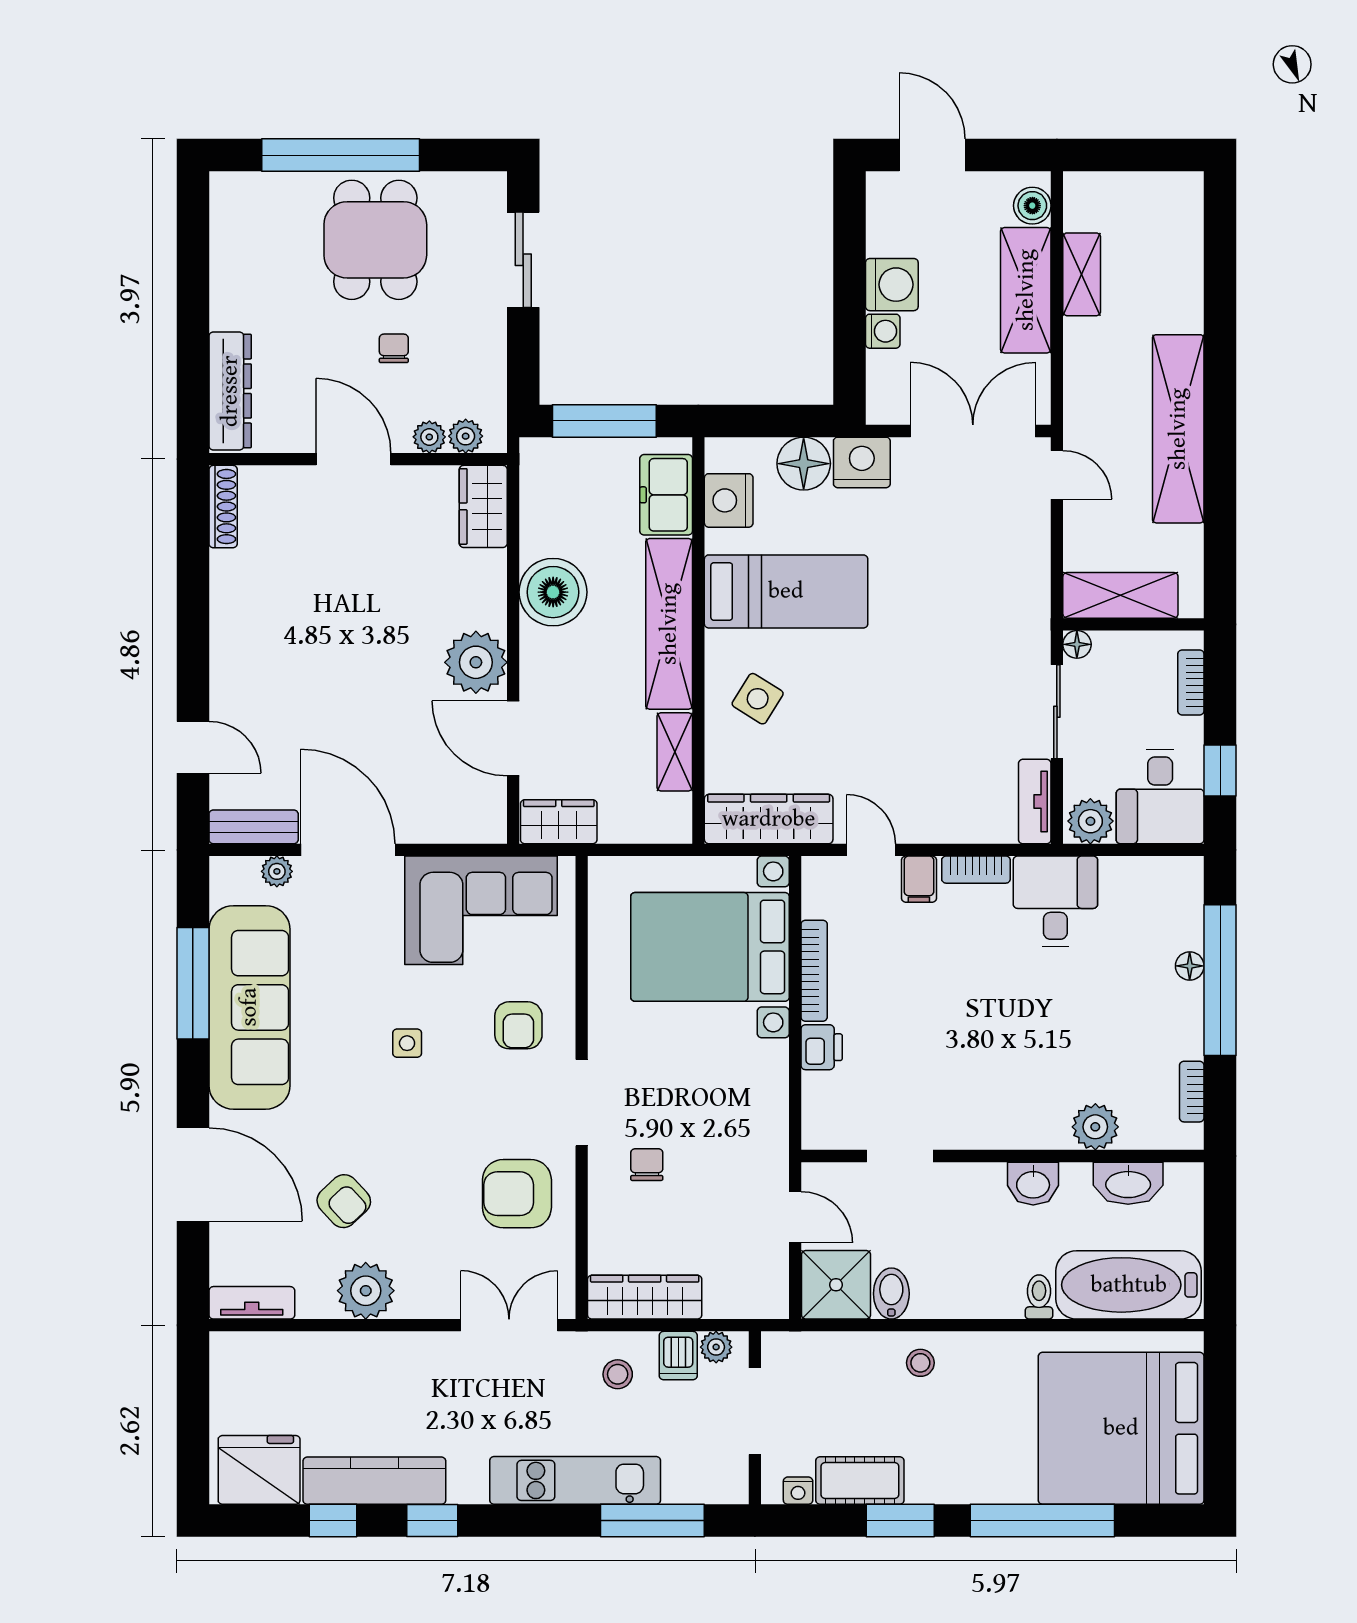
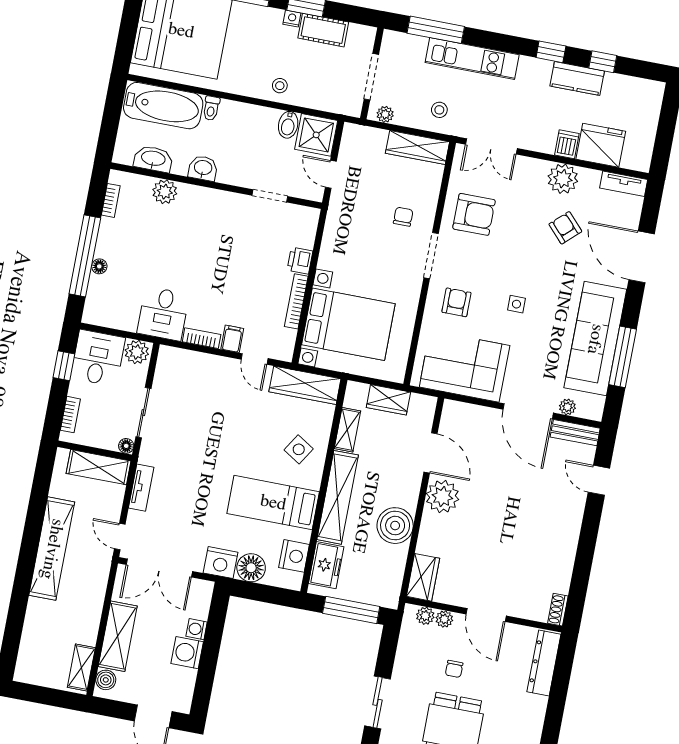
shelving: (1082, 274) -> (81, 668), moved
shoe rack: (223, 507) -> (558, 610), width x0.70
tv unit: (1035, 802) -> (141, 488), moved
wardrobe: (559, 822) -> (388, 400), moved
chair: (647, 1165) -> (403, 217), turned 180
dishwasher: (678, 1356) -> (567, 144), moved
fridge: (259, 1470) -> (601, 145), moved, turned 180
kitchen counter: (374, 1481) -> (577, 78), width x0.67
nightstand: (798, 1491) -> (292, 19), moved

